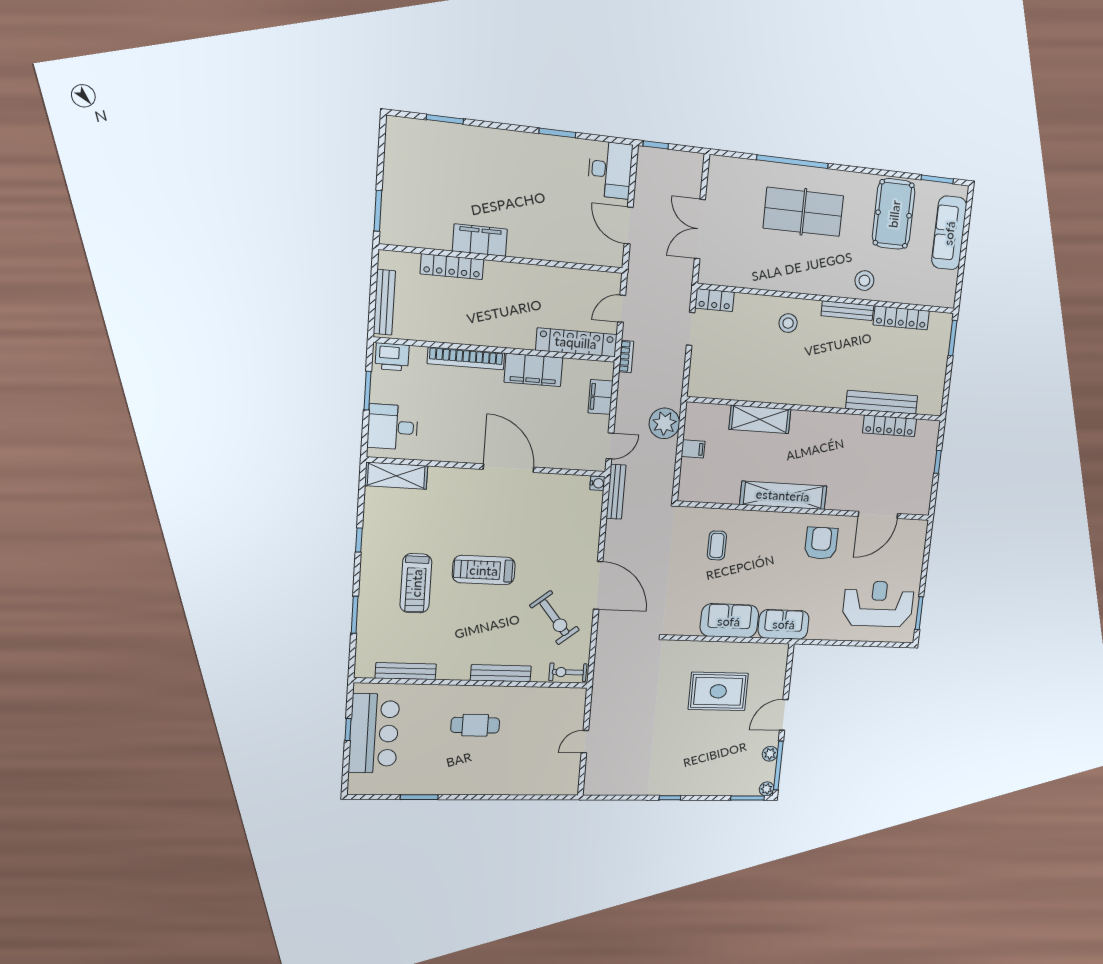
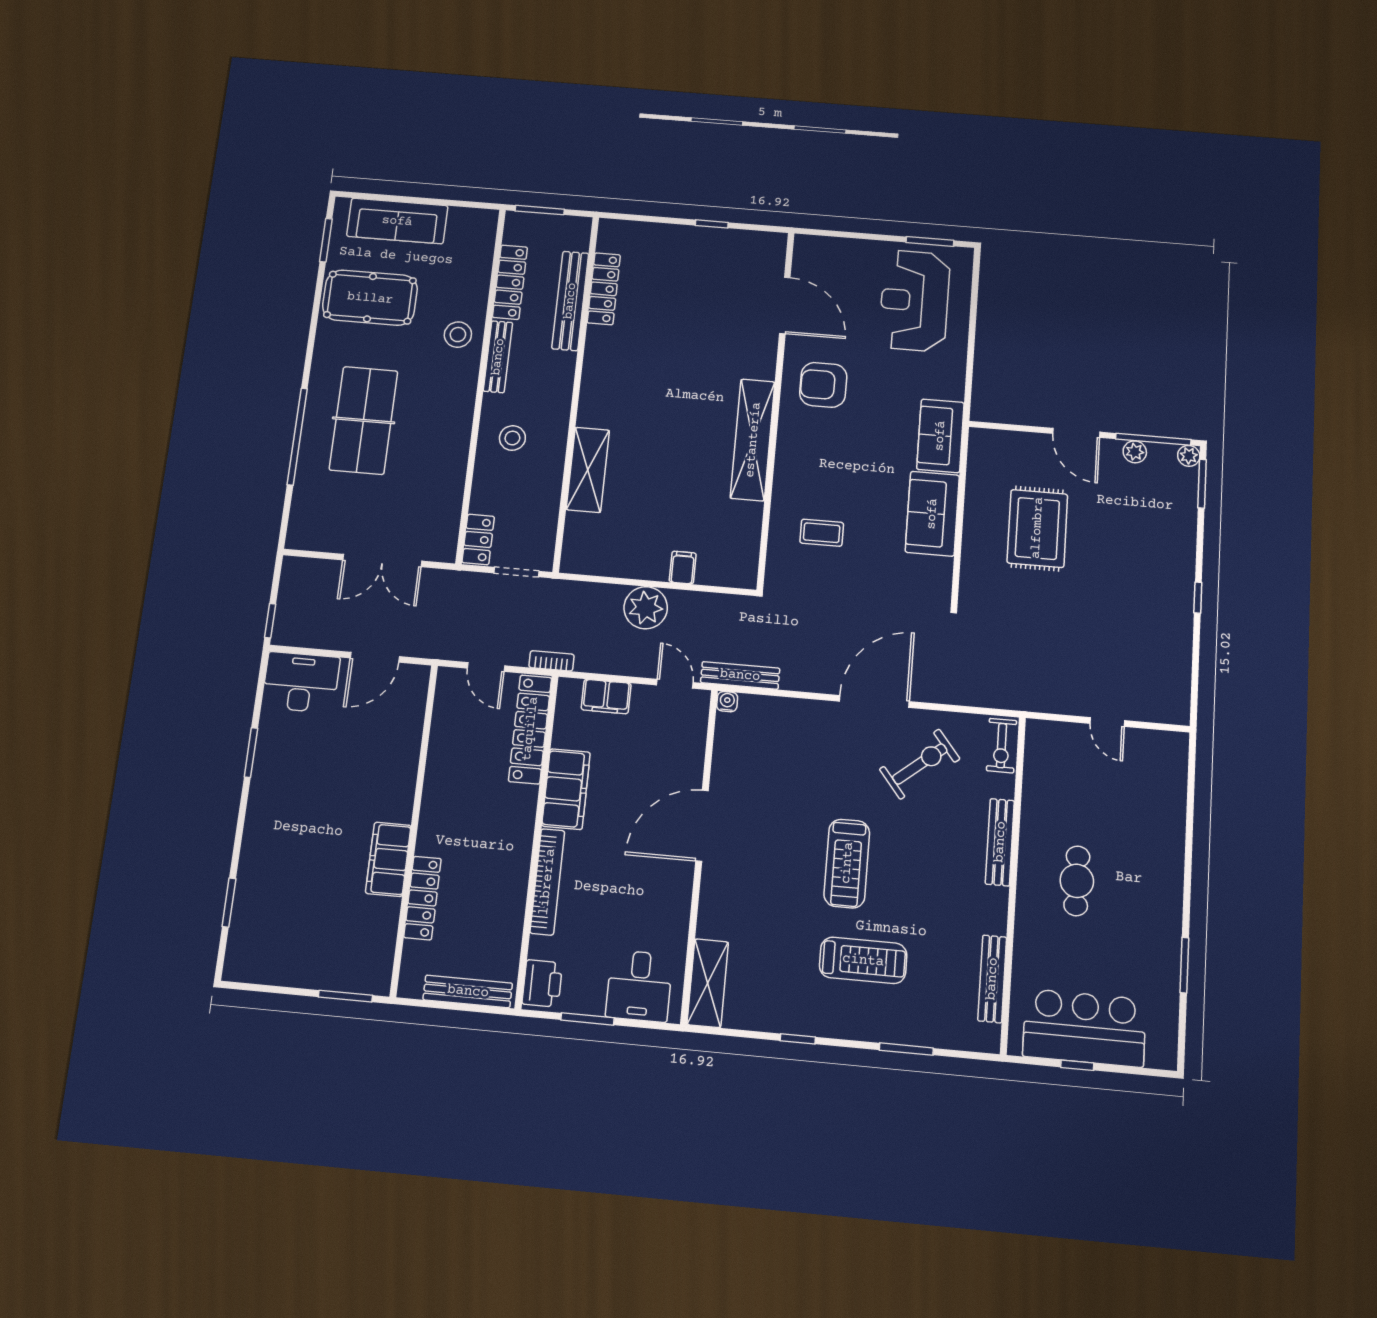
bench: (882, 402) -> (570, 301), moved
wall: (817, 409) -> (576, 391), moved
shelving: (760, 419) -> (588, 470), moved
locker: (890, 426) -> (604, 289), moved

